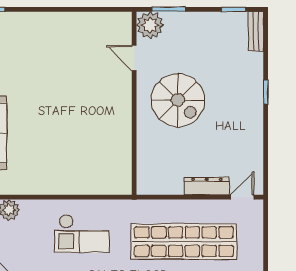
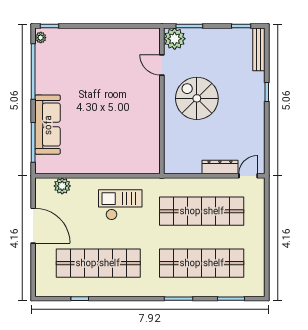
bench: (256, 31) -> (259, 49), width x1.36
spiral stairs: (178, 100) -> (197, 98), turned 180
checkout: (82, 234) -> (120, 205), turned 180

